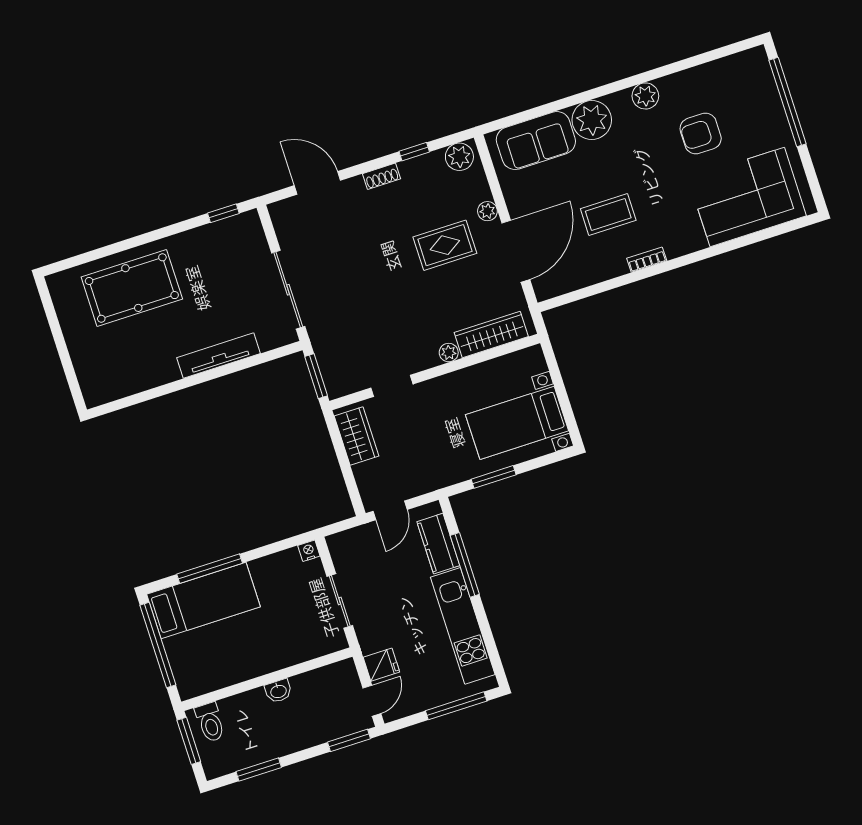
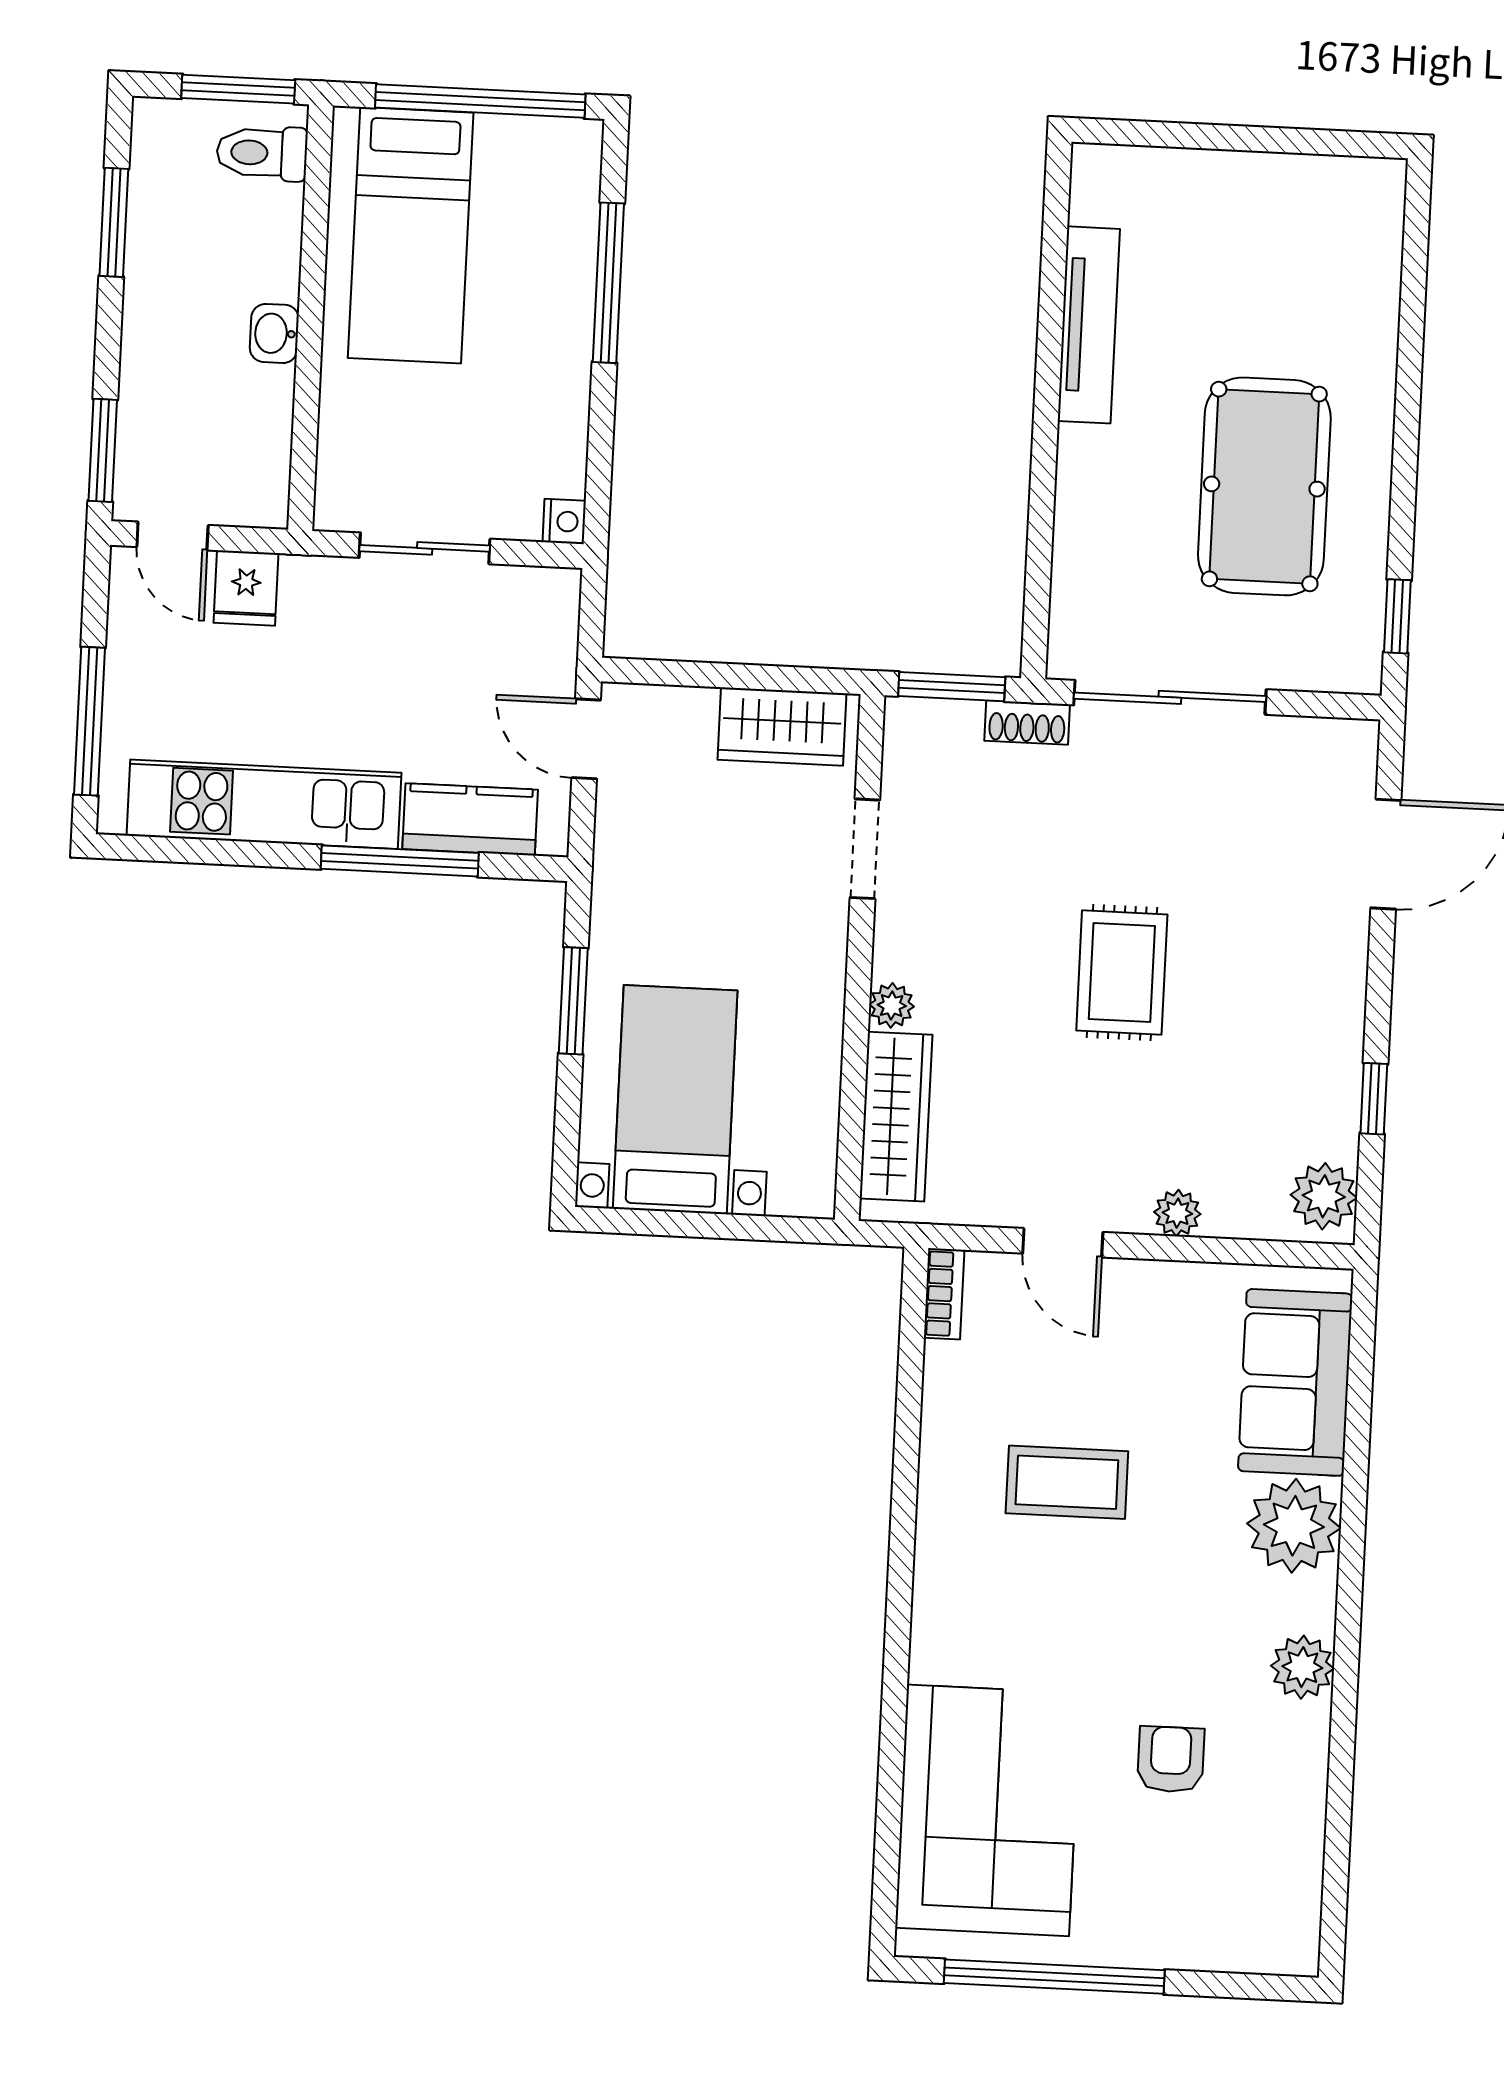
window: (788, 102) -> (1054, 1977), moved
armchair: (701, 134) -> (1171, 1759), width x0.72, depth x0.72
shoe rack: (381, 176) -> (1027, 723), moved, turned -90
coffee table: (608, 215) -> (1067, 1482), turned 90
rug: (445, 245) -> (1122, 973), moved
door: (516, 251) -> (1063, 1243), width x0.53
bookcase: (647, 260) -> (944, 1294), moved
pool table: (132, 288) -> (1264, 486), moved
tv unit: (219, 356) -> (1089, 325), moved
bed: (203, 600) -> (411, 235), moved

